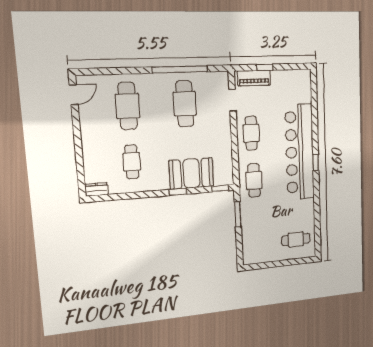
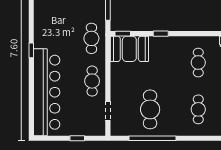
piano: (254, 78) -> (87, 129), removed
cafe table: (128, 106) -> (198, 109), width x0.73, depth x0.74
bar counter: (300, 152) -> (47, 92), moved
booth: (191, 173) -> (129, 49), moved

